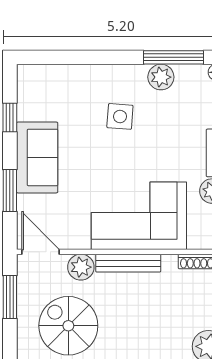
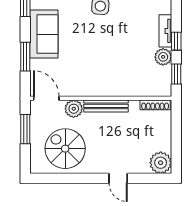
corner sofa: (139, 216) -> (113, 74), removed

